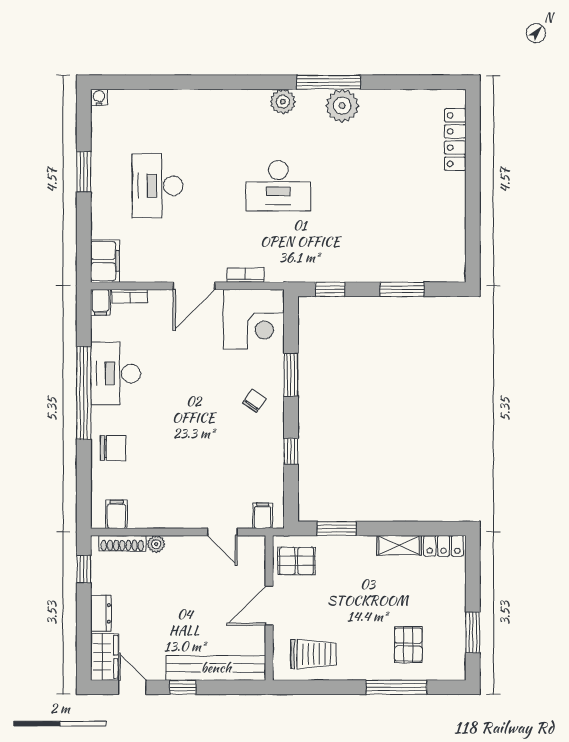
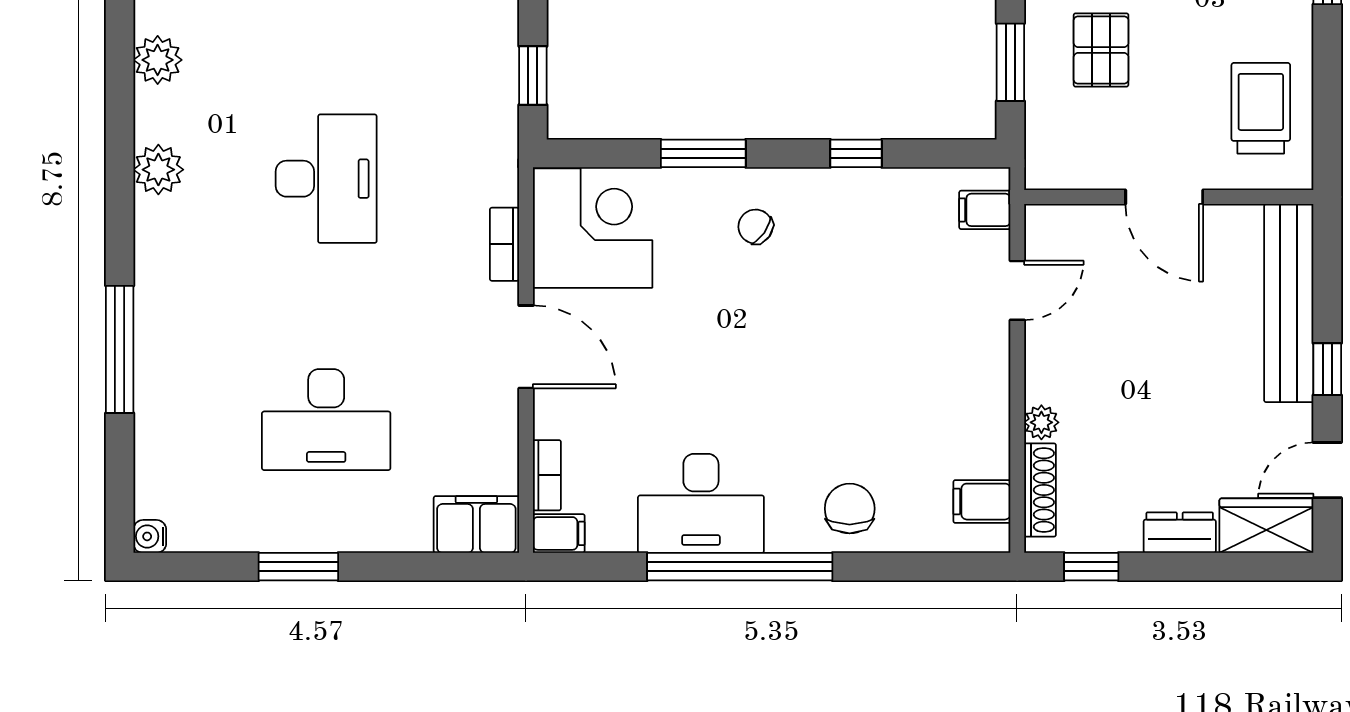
window: (329, 82) -> (120, 349), moved
plant: (342, 106) -> (158, 60), width x0.73, depth x0.73
pallet: (297, 561) -> (1101, 50), moved

